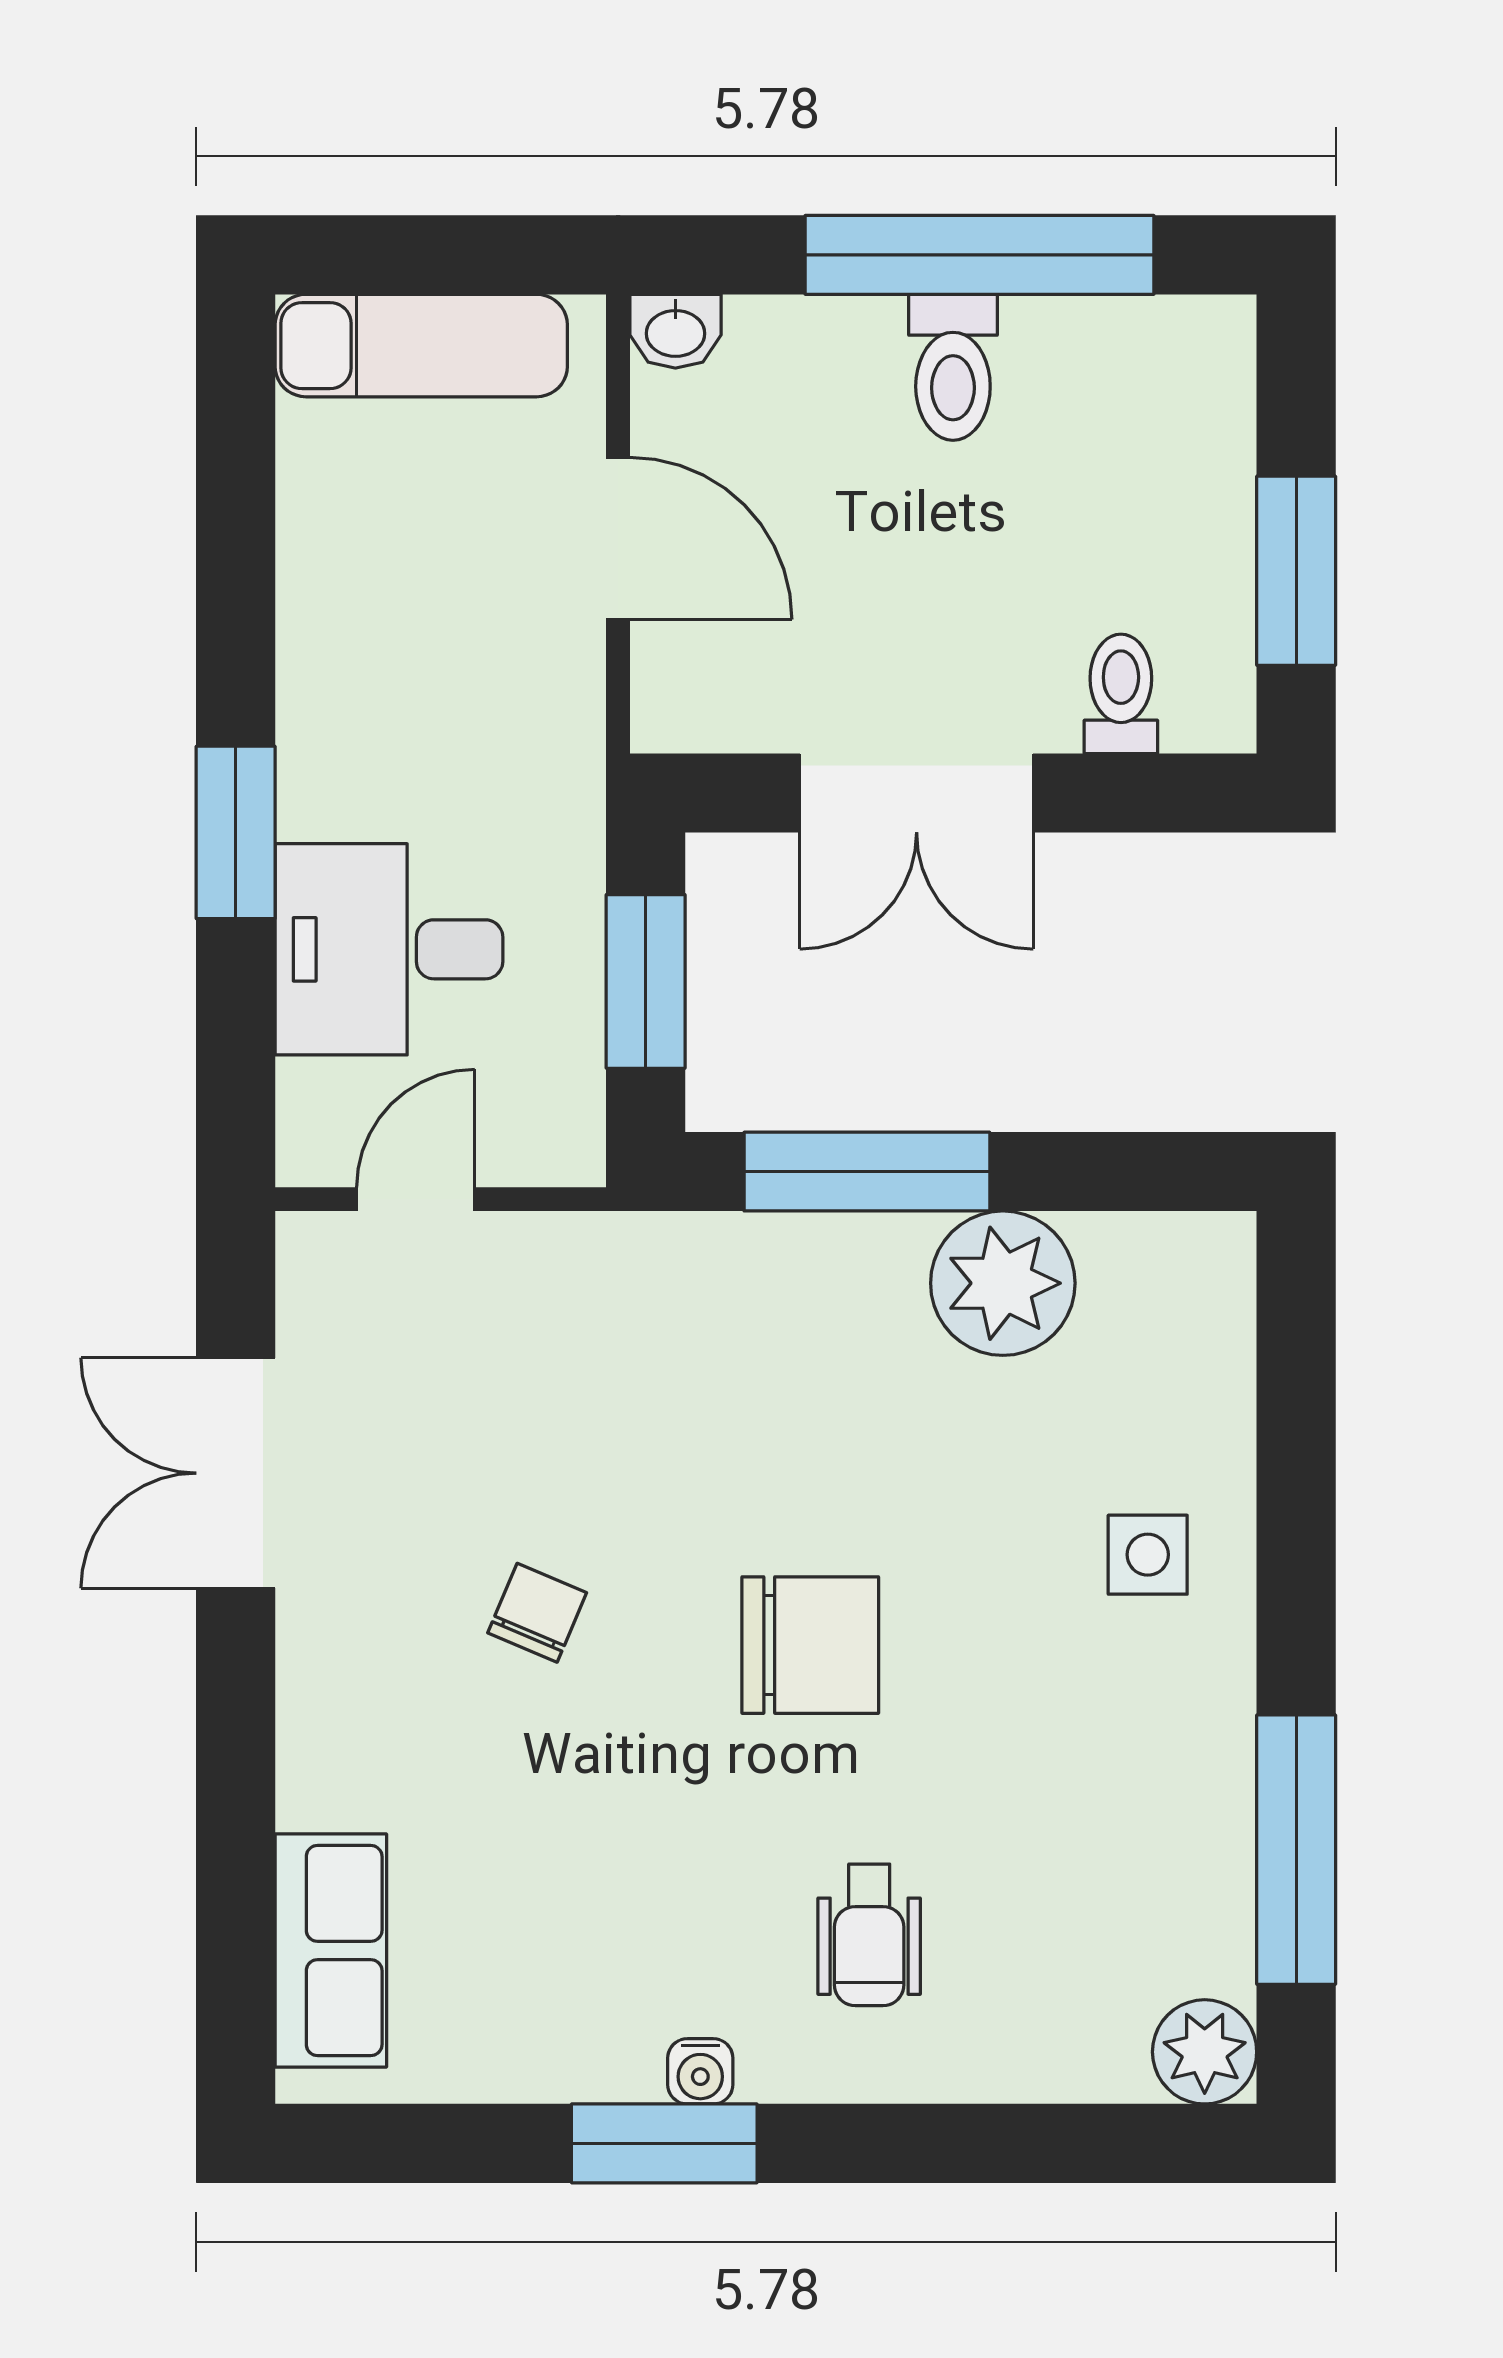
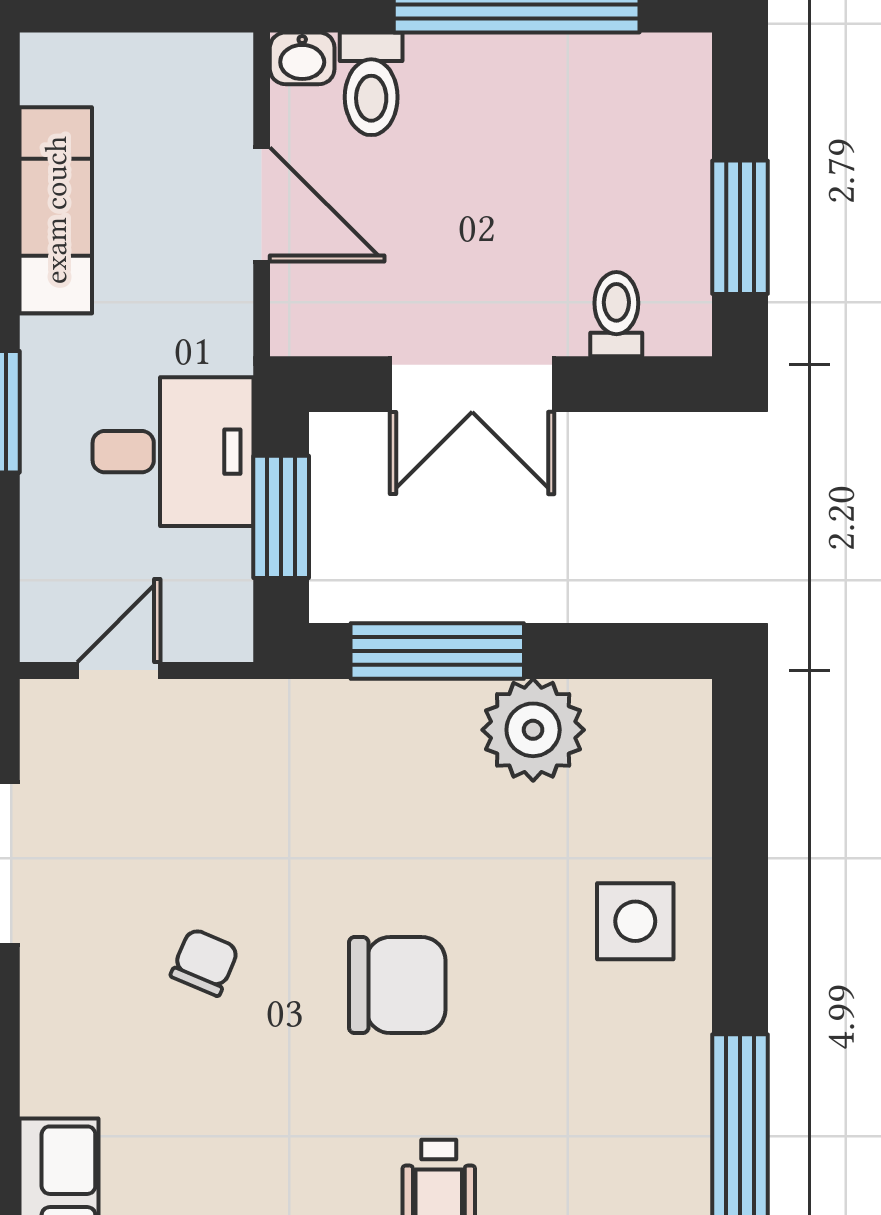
exam couch: (421, 346) -> (56, 210), moved, turned -90
toilet: (953, 367) -> (371, 84), moved
desk: (389, 949) -> (173, 452), moved, turned 180
side table: (1148, 1555) -> (635, 921), width x1.37, depth x1.37

